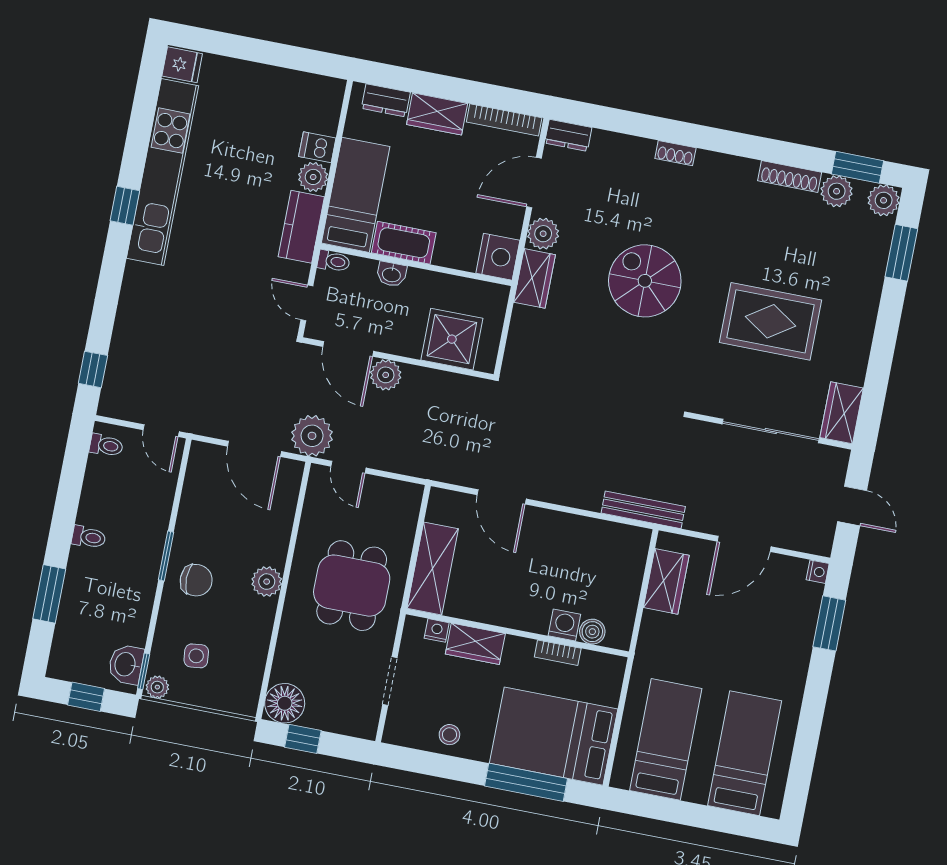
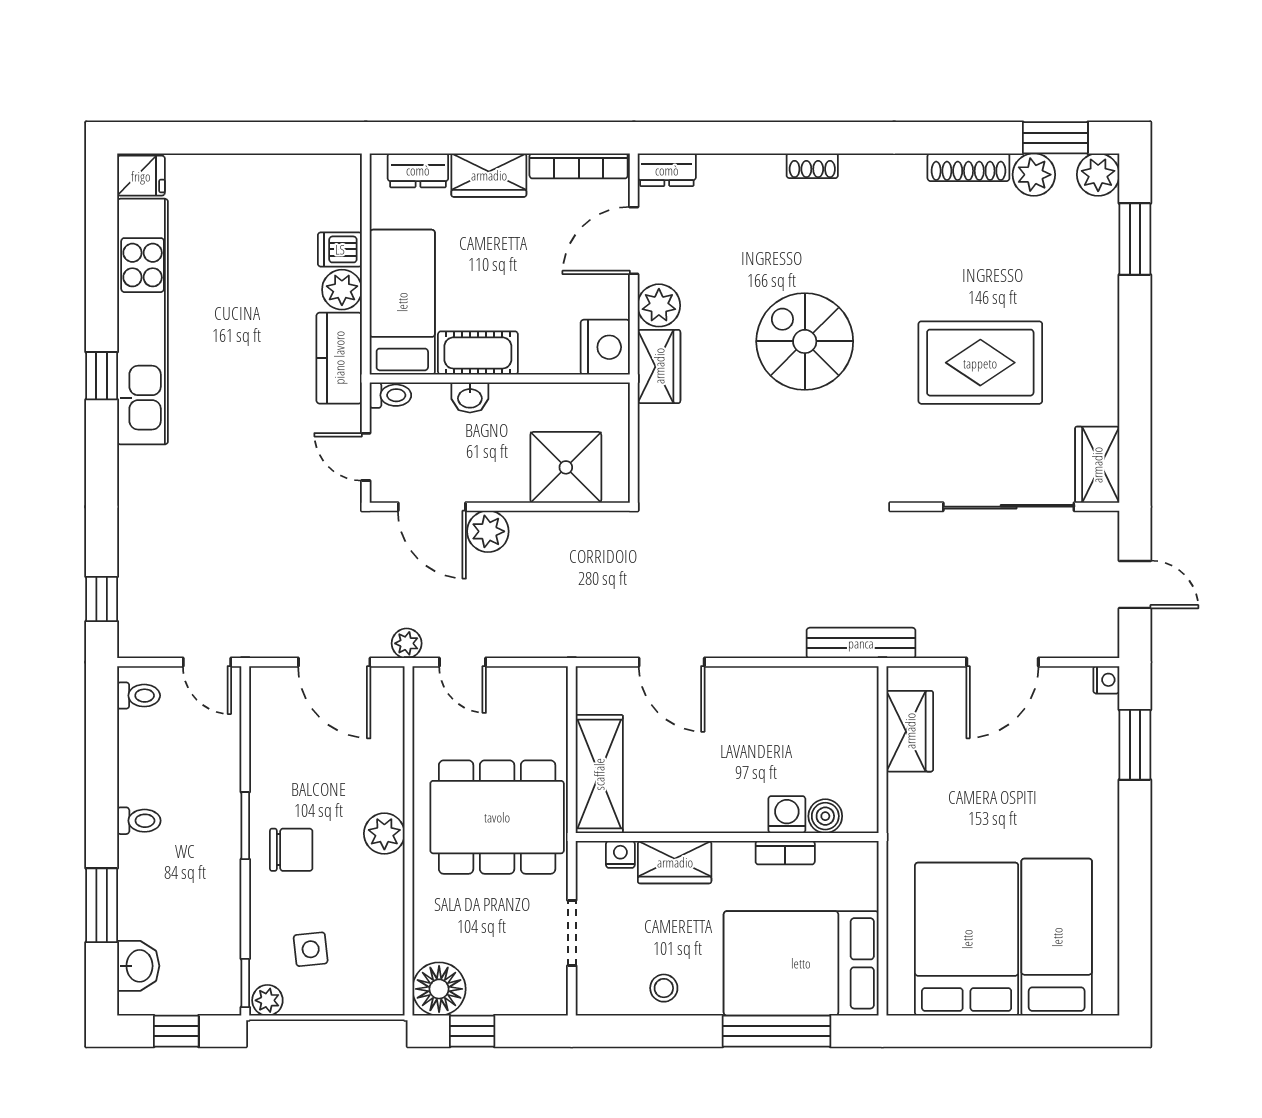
plant: (312, 436) -> (407, 643), width x0.53, depth x0.53
dining table: (352, 586) -> (497, 817), width x1.38
washbasin: (126, 664) -> (138, 966), moved, turned 180
bed: (666, 739) -> (967, 939), width x1.50

